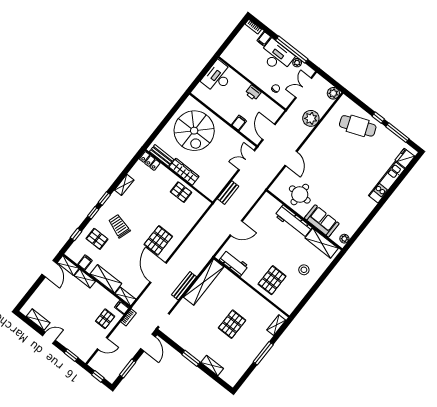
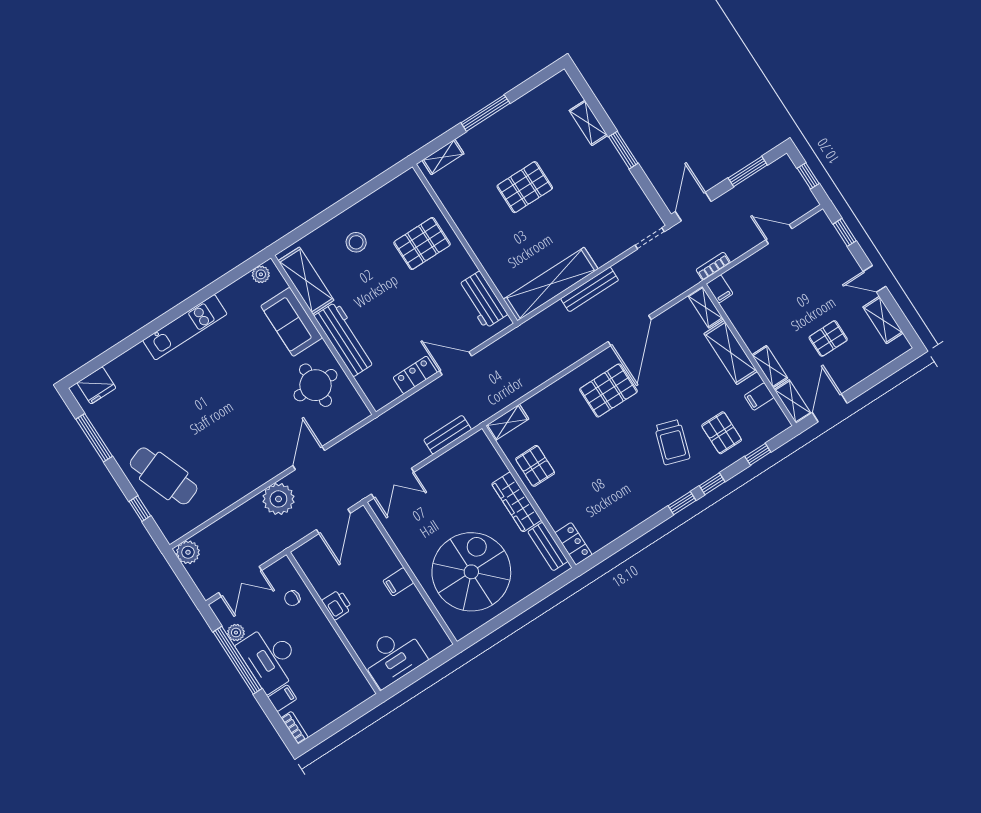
plant: (311, 118) -> (278, 499), moved
window: (378, 118) -> (140, 509), moved
filing cabinet: (239, 123) -> (398, 582), moved
kitchen unit: (387, 182) -> (185, 327), moved
shelving: (124, 185) -> (507, 422), moved
locker: (254, 216) -> (415, 375), added
pallet: (105, 319) -> (828, 338), moved

